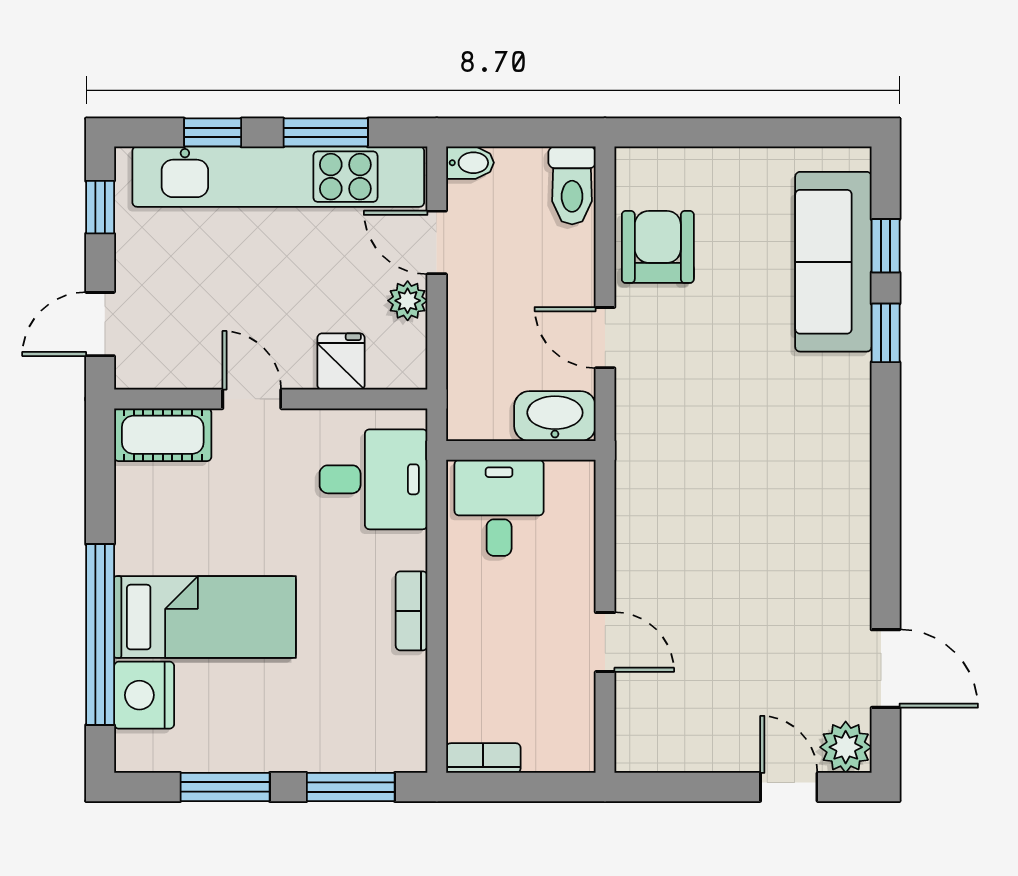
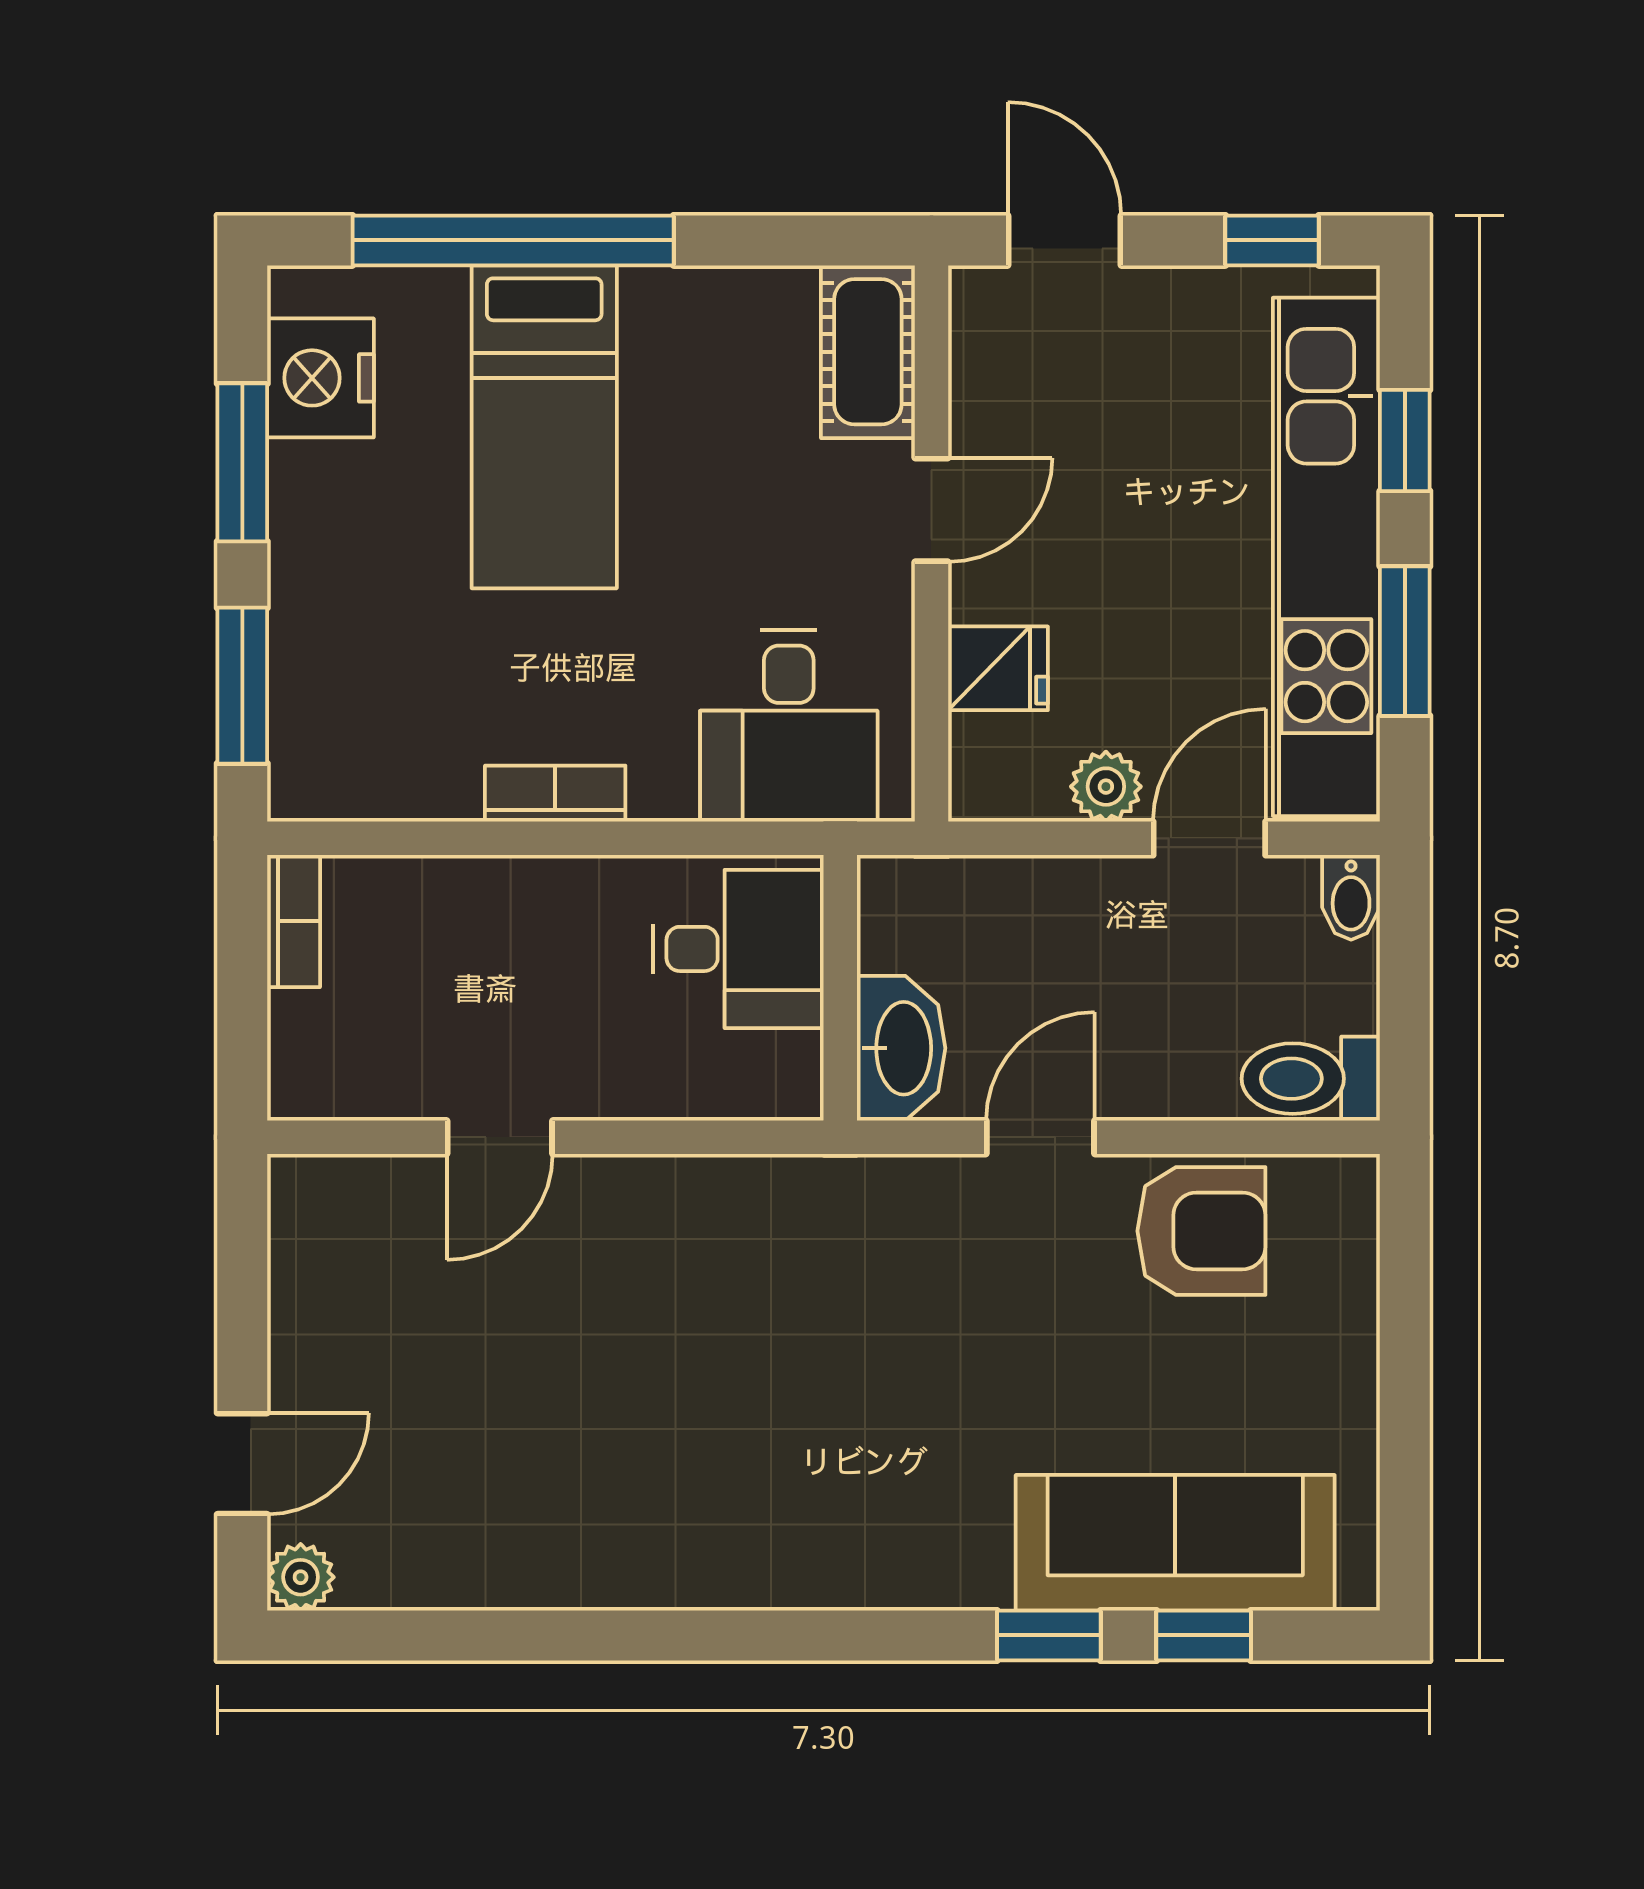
door: (886, 669) -> (453, 1635), removed
nightstand: (144, 695) -> (321, 378), moved, turned -90
plant: (846, 747) -> (301, 1577), width x0.73, depth x0.73

